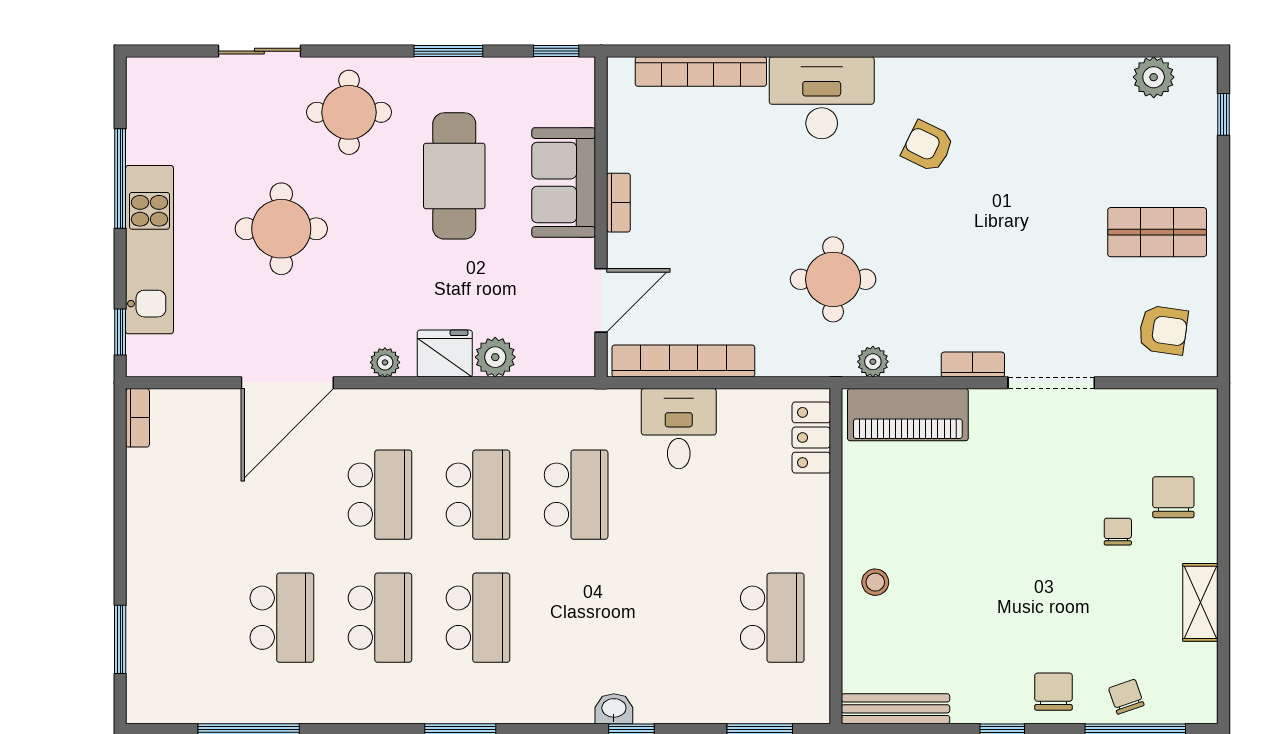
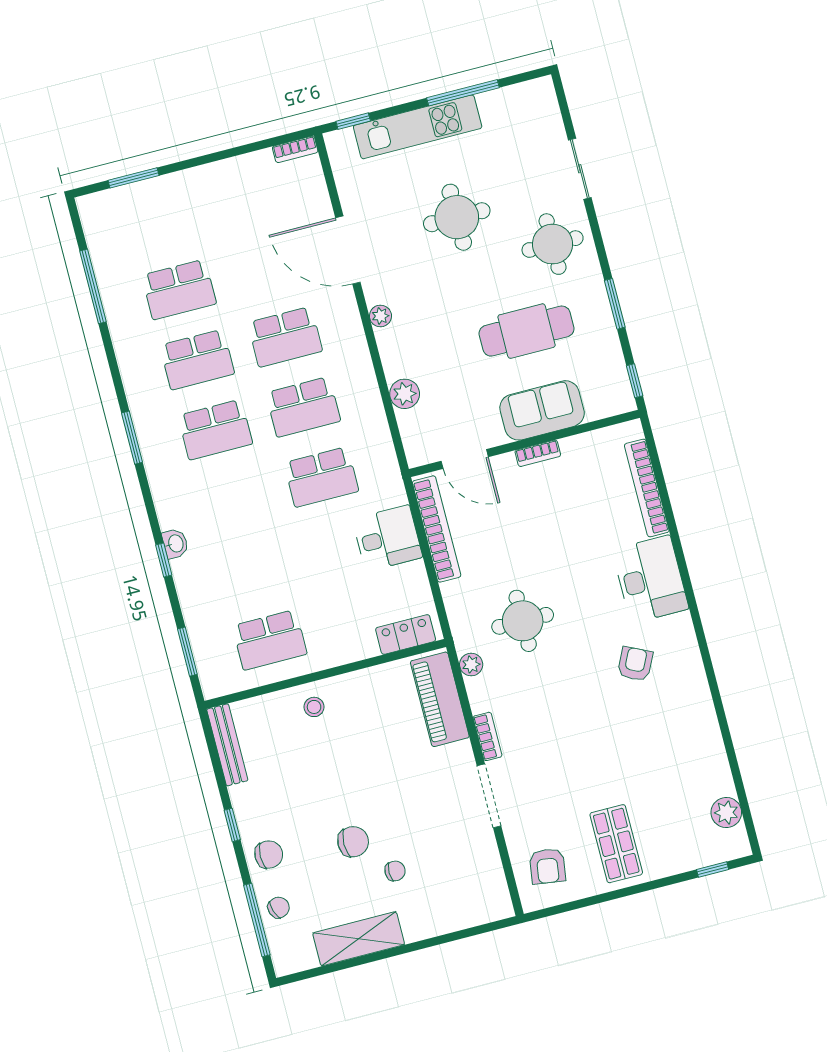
fridge: (445, 354) -> (398, 357), removed
chair: (1173, 497) -> (353, 842), moved
shelving: (1200, 602) -> (359, 939), width x1.50, depth x1.33

